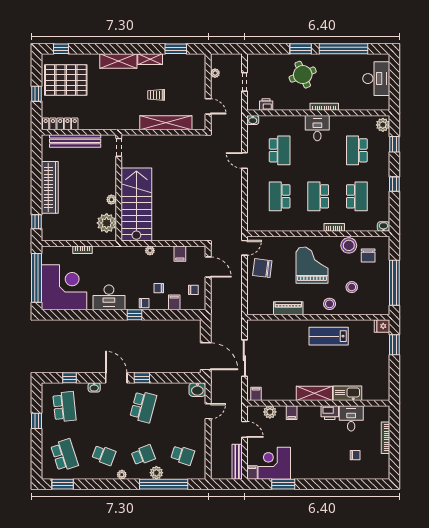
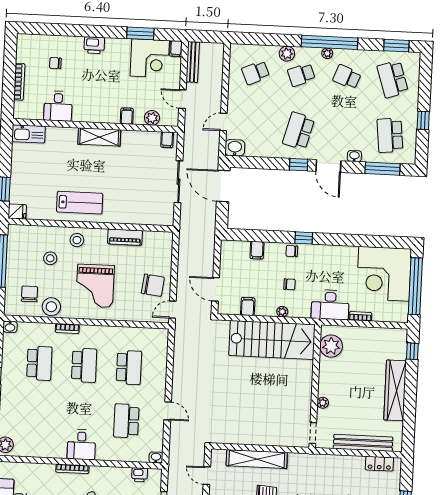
locker: (60, 124) -> (379, 464), width x0.66
school desk: (357, 150) -> (37, 417), removed
school desk: (357, 196) -> (39, 363), turned 180
plant: (111, 200) -> (323, 403), moved
stairs: (136, 204) -> (272, 340), moved, turned -90
chair: (159, 288) -> (289, 284), moved
chair: (193, 290) -> (234, 264), removed
desk: (109, 297) -> (330, 305), moved, turned 180
window: (69, 378) -> (382, 169), width x2.17
kitchen sink: (348, 393) -> (29, 134), moved
printer: (330, 413) -> (94, 45), moved, turned 180
school desk: (183, 455) -> (256, 73), turned -42
window: (164, 484) -> (329, 42), moved

